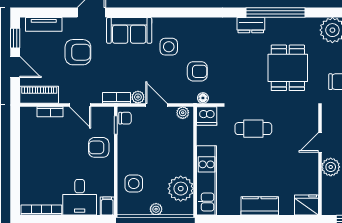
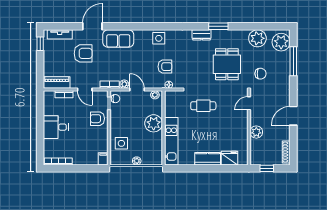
window: (276, 13) -> (218, 26), width x0.47
side table: (169, 47) -> (159, 38), moved
door: (15, 67) -> (40, 64), removed
dishwasher: (207, 116) -> (171, 97), removed
door: (320, 142) -> (249, 103), moved
plant: (181, 189) -> (154, 123), moved
desk: (80, 197) -> (56, 127), moved, turned 90
fridge: (306, 205) -> (229, 158), moved

